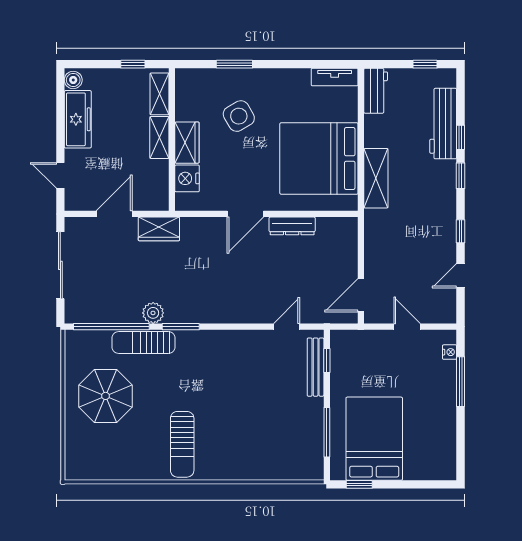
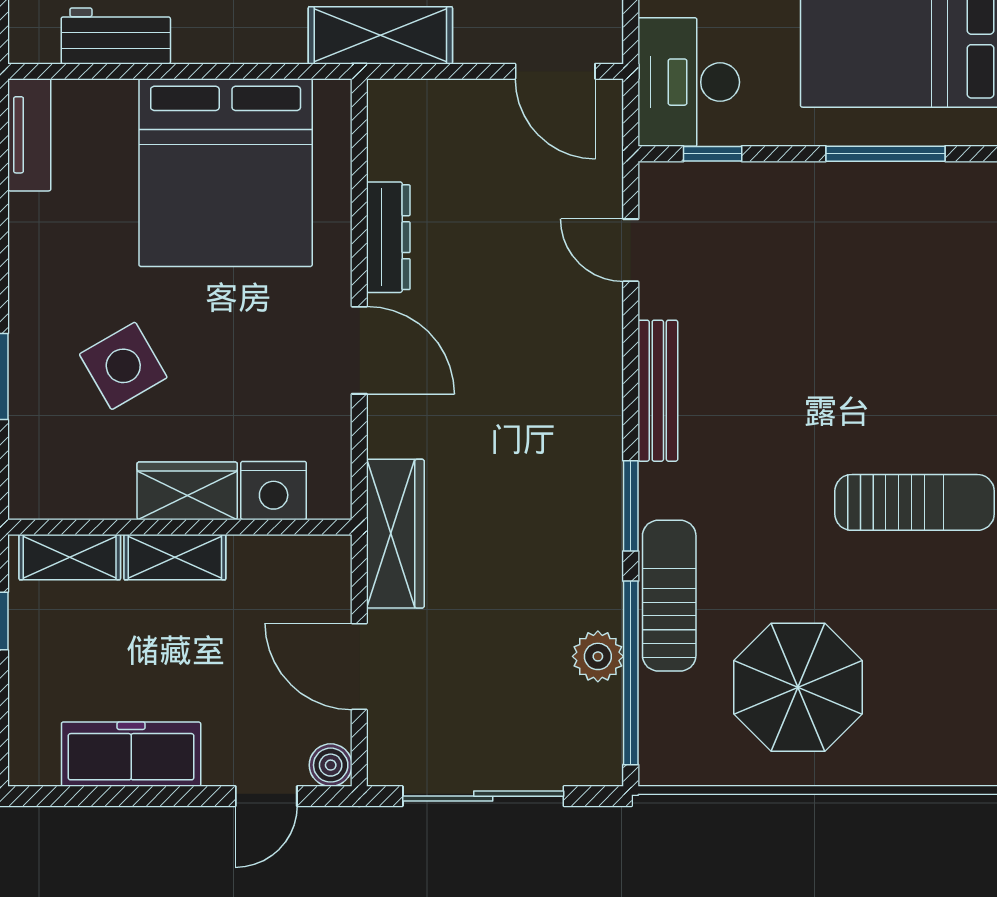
boiler: (73, 80) -> (331, 765), moved
workbench: (376, 91) -> (116, 36), moved
shelving: (376, 178) -> (380, 35), moved
wardrobe: (159, 229) -> (395, 534), width x1.50
plant: (153, 313) -> (598, 656), moved
sun lounger: (143, 343) -> (669, 596), turned 180
desk: (357, 351) -> (689, 82), added
bench: (316, 367) -> (658, 391), moved, turned 90

